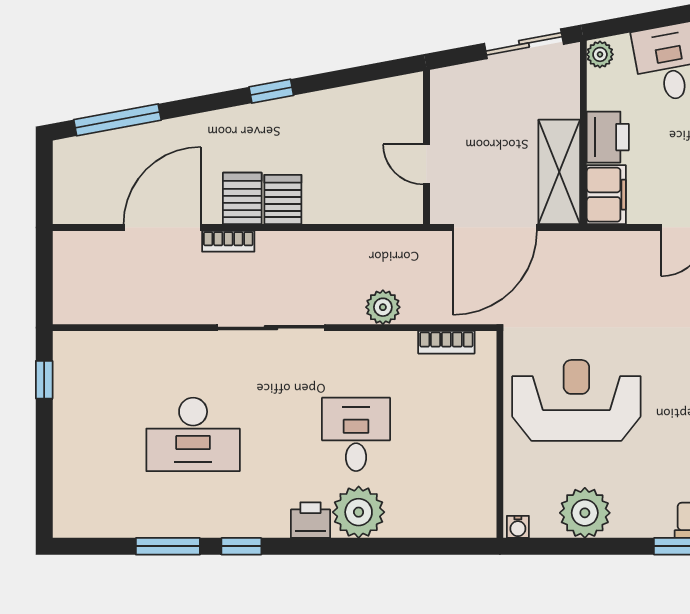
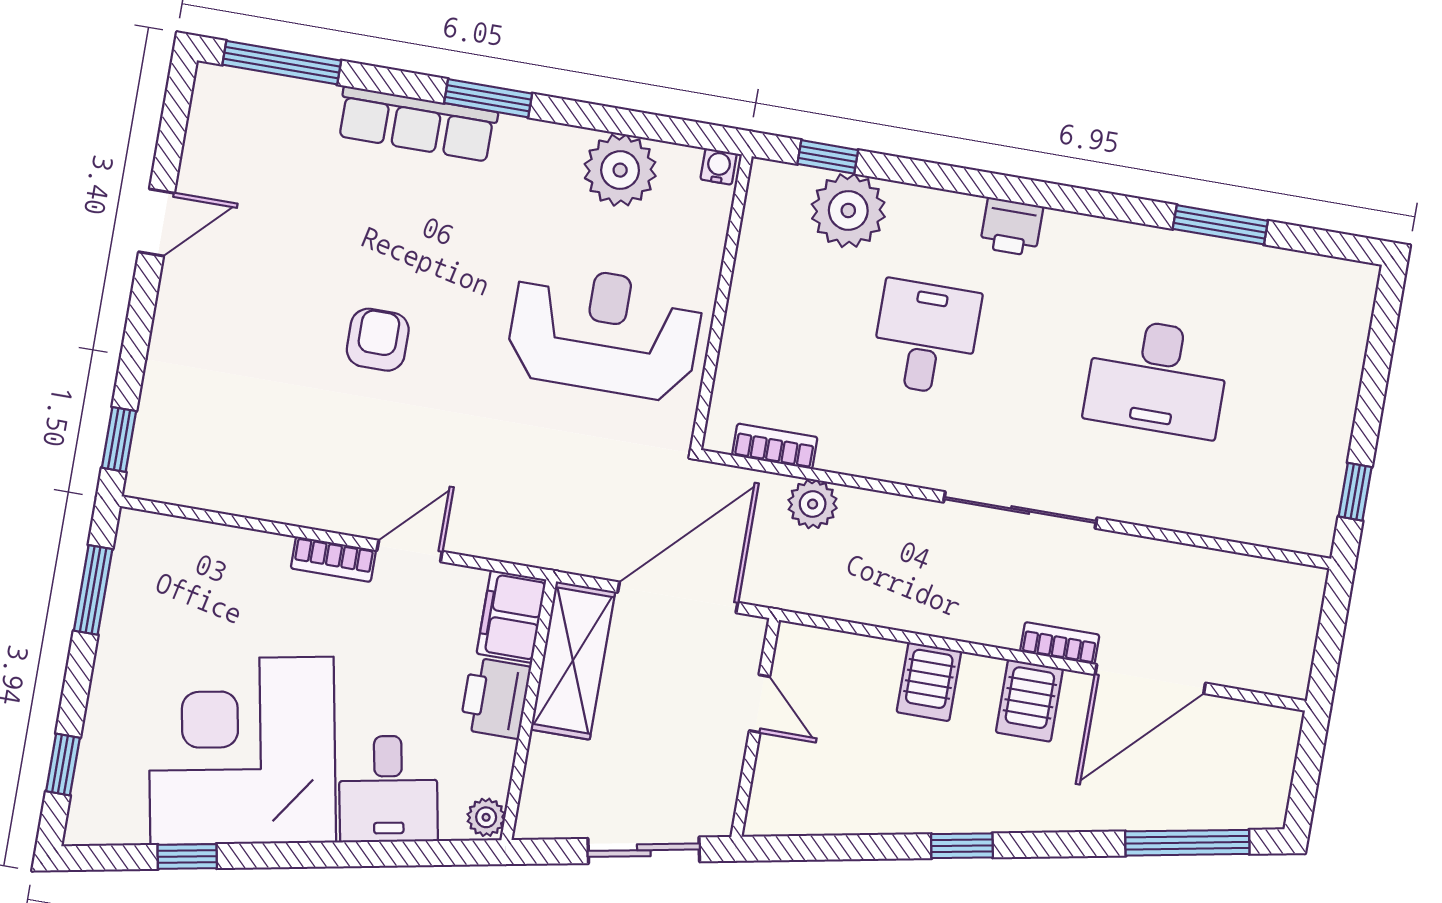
sliding door: (524, 44) -> (644, 850), moved
server rack: (283, 199) -> (929, 682), moved
plant: (383, 307) -> (813, 504), moved
reception desk: (576, 400) -> (604, 332), turned 180
desk: (193, 434) -> (1157, 377), turned 180
desk: (356, 434) -> (926, 337), turned 180
plant: (359, 512) -> (848, 210), moved
window: (241, 546) -> (828, 157), moved

